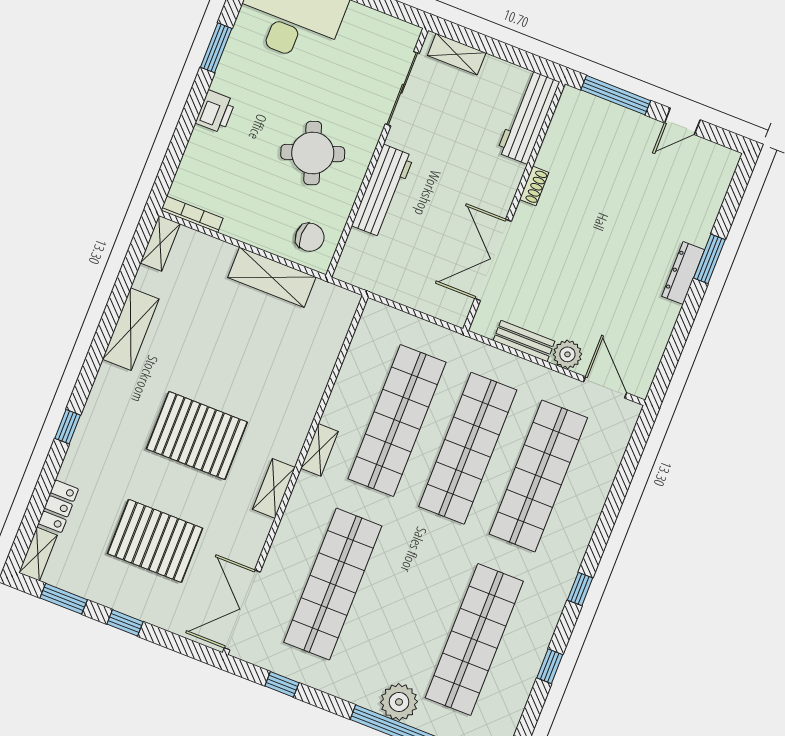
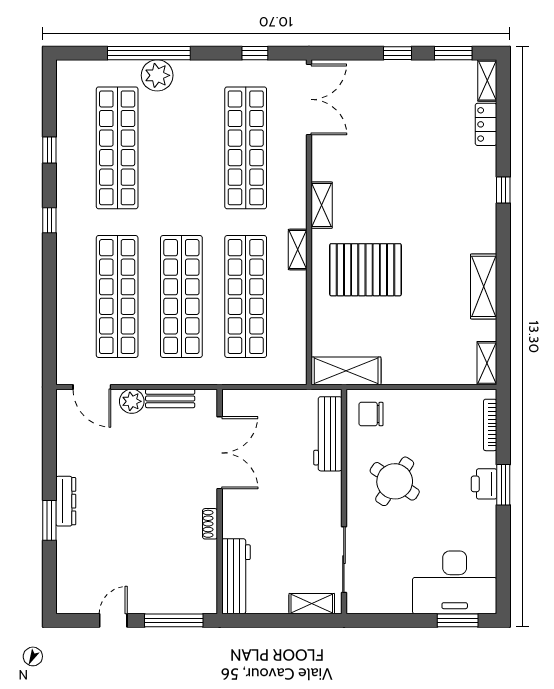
window: (216, 48) -> (503, 485), moved
round table: (313, 153) -> (395, 481), turned -37
workbench: (383, 191) -> (328, 434), moved
bookcase: (192, 214) -> (490, 425), moved, turned 90
shelving: (272, 277) -> (346, 371), moved
pallet: (197, 435) -> (365, 270), moved
pallet: (155, 541) -> (399, 127), removed

